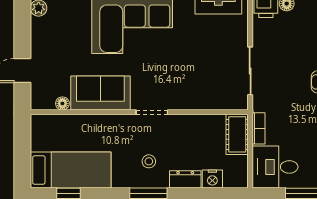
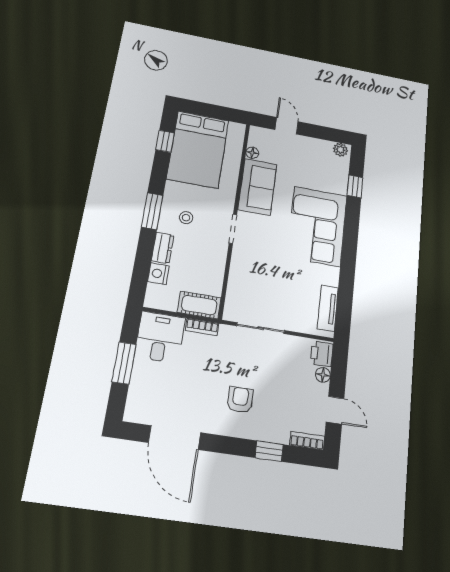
bed: (71, 170) -> (198, 149), width x1.50

